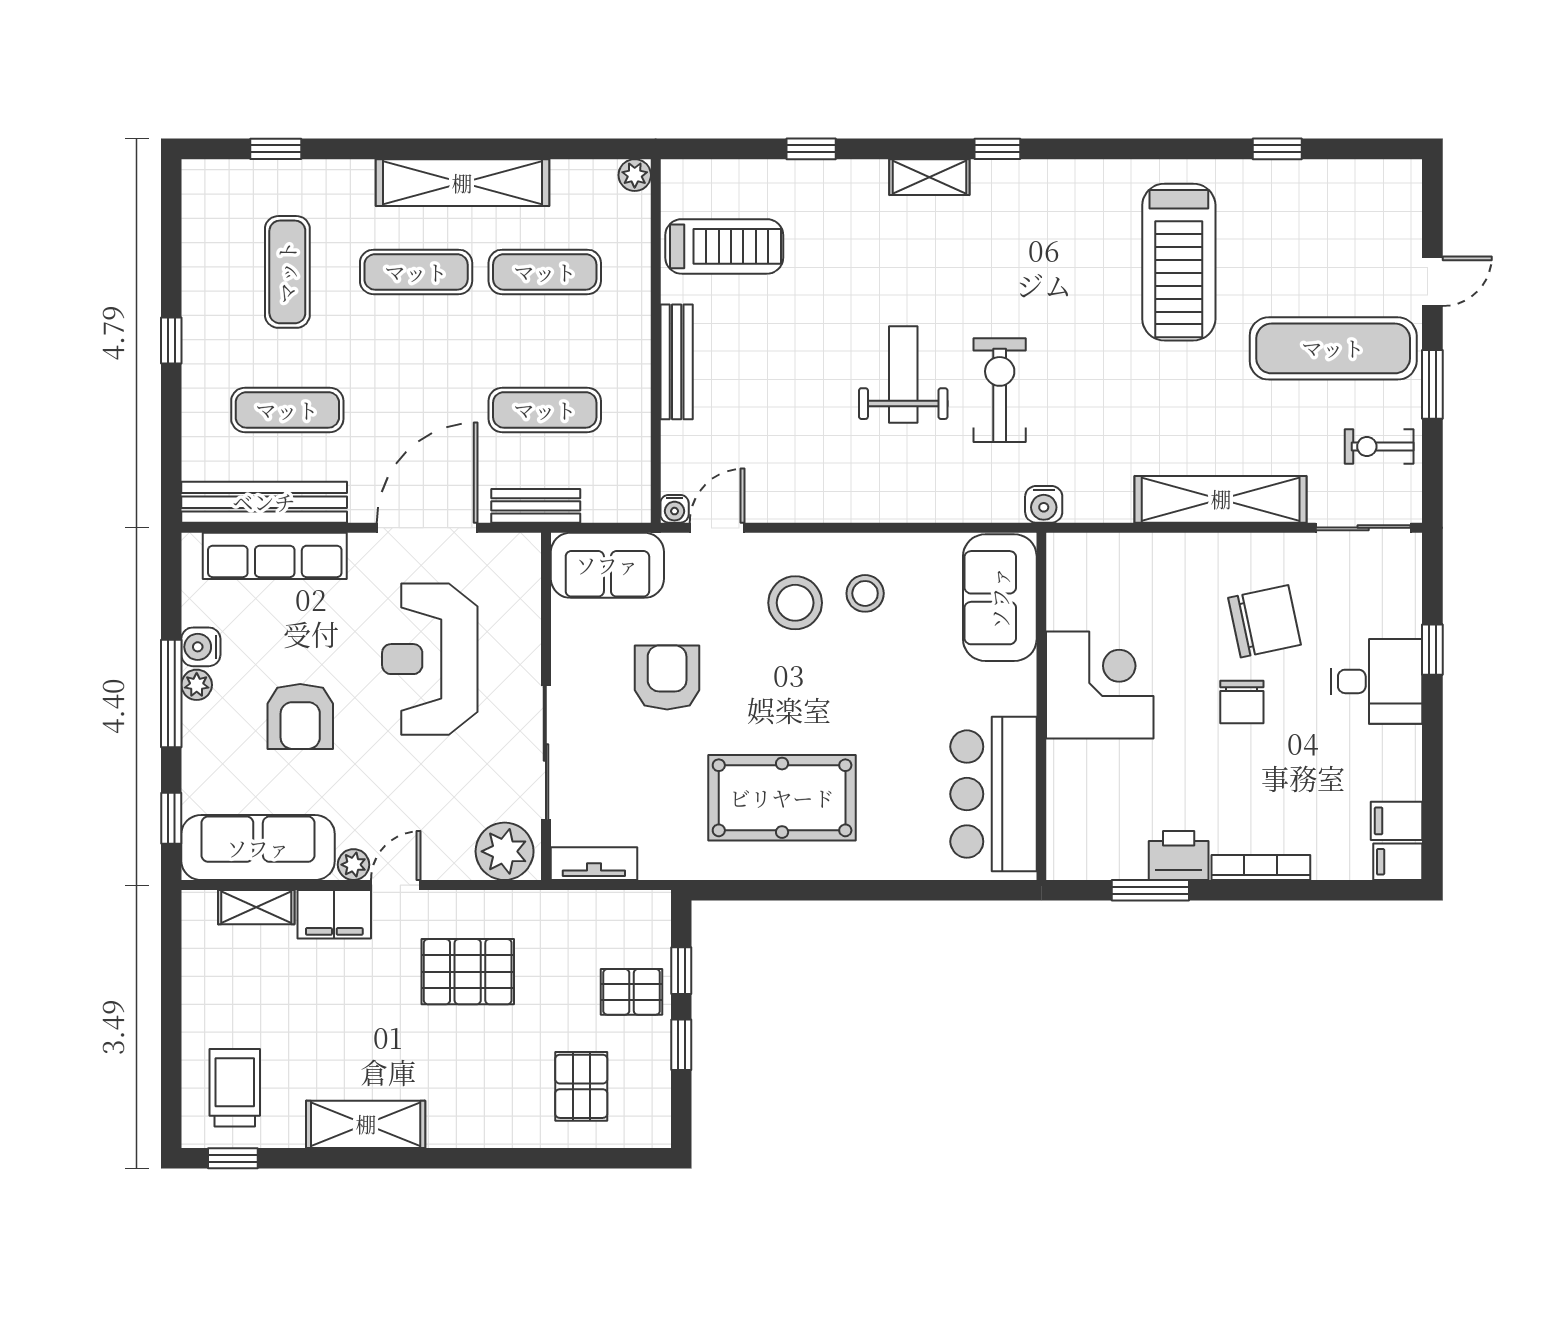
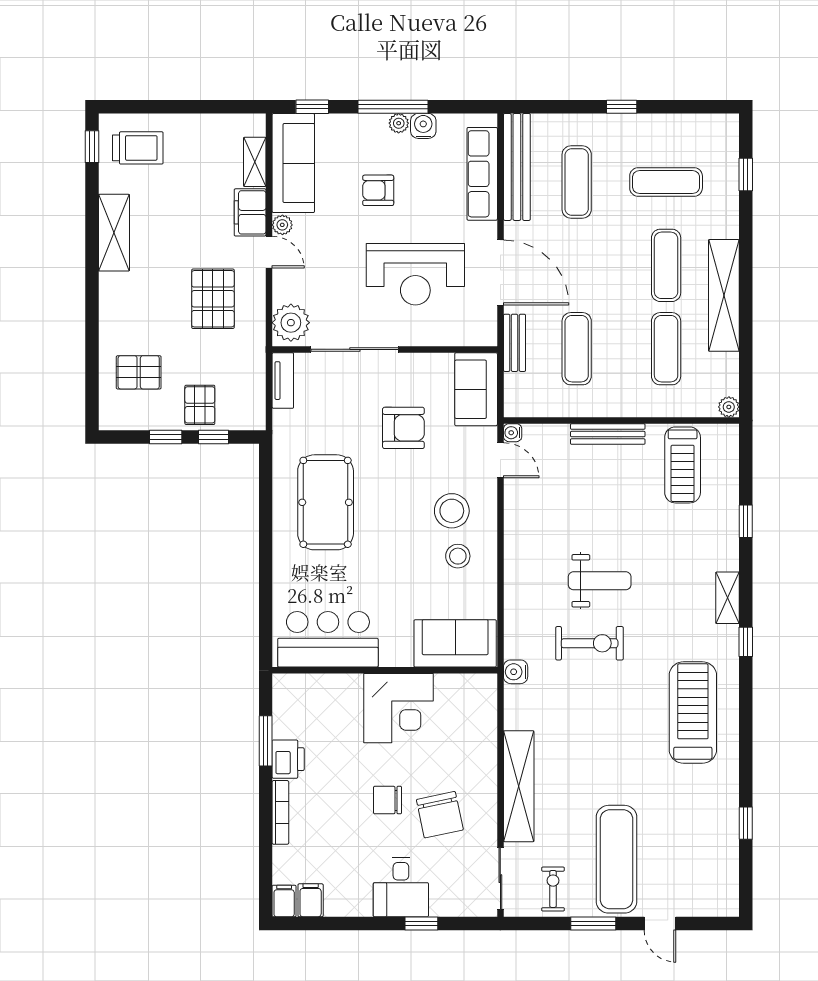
treadmill: (1179, 262) -> (693, 713), moved, turned 90
reception desk: (430, 659) -> (415, 274), turned 180
armchair: (300, 716) -> (378, 190), width x0.72, depth x0.72

